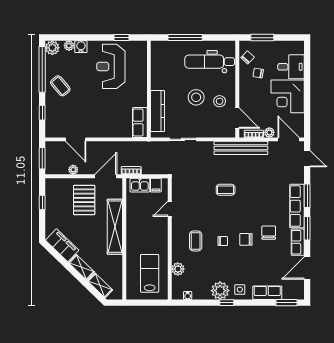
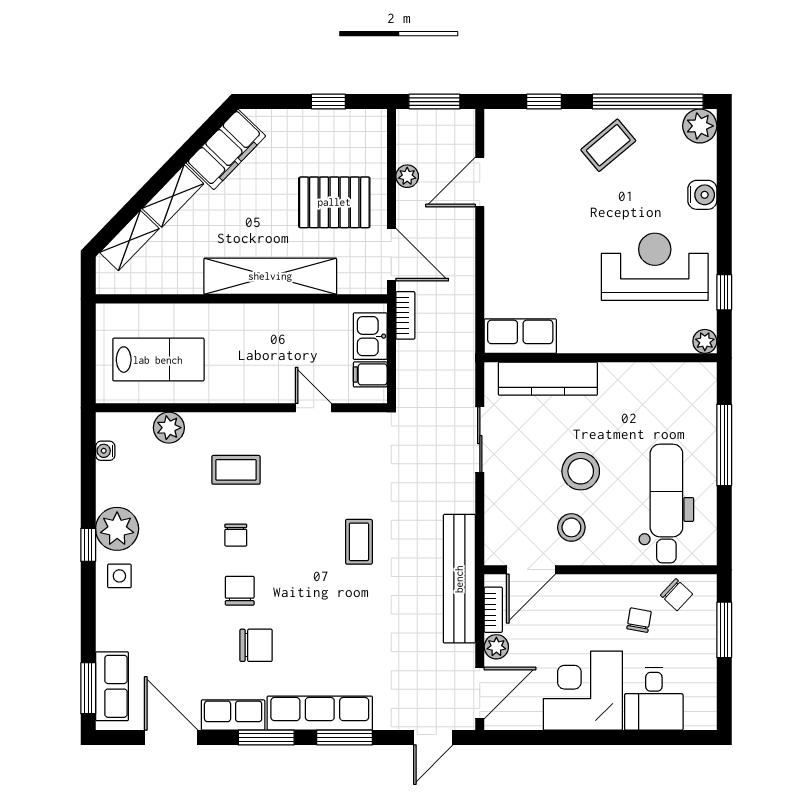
plant: (69, 46) -> (705, 341), moved
row of seats: (267, 293) -> (112, 686), moved

